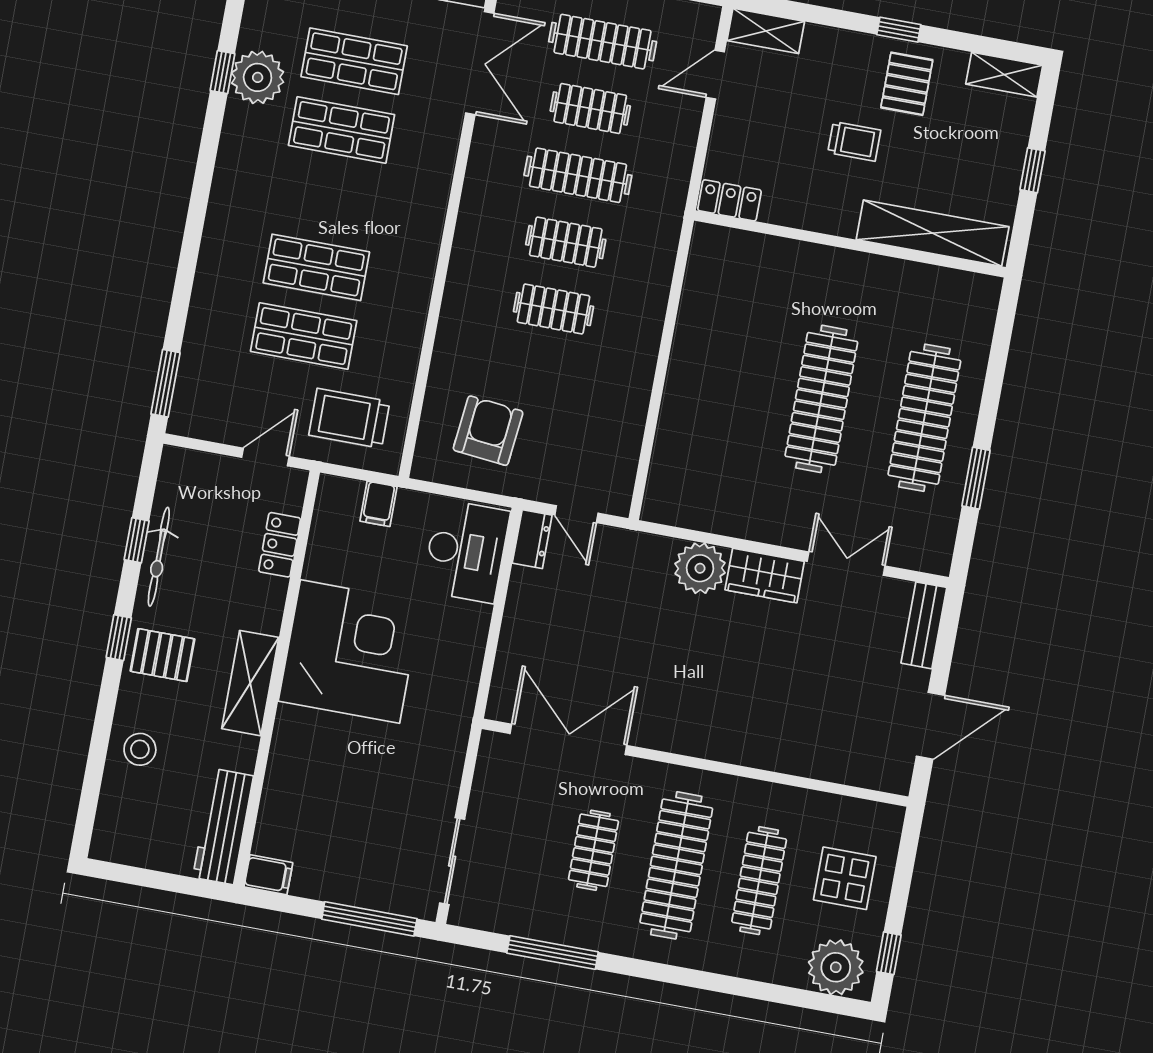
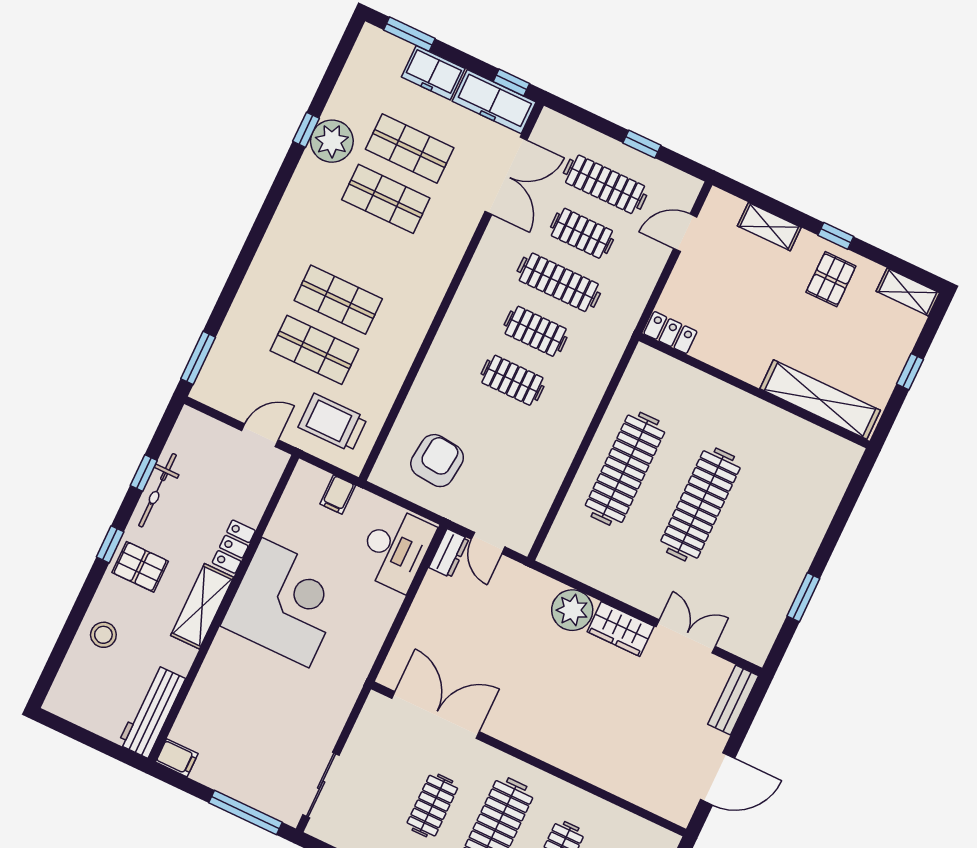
shelving: (766, 31) -> (769, 227), moved
trolley: (854, 141) -> (779, 313), removed
clothes rail: (924, 418) -> (625, 469), moved
locker: (280, 545) -> (234, 547), moved

